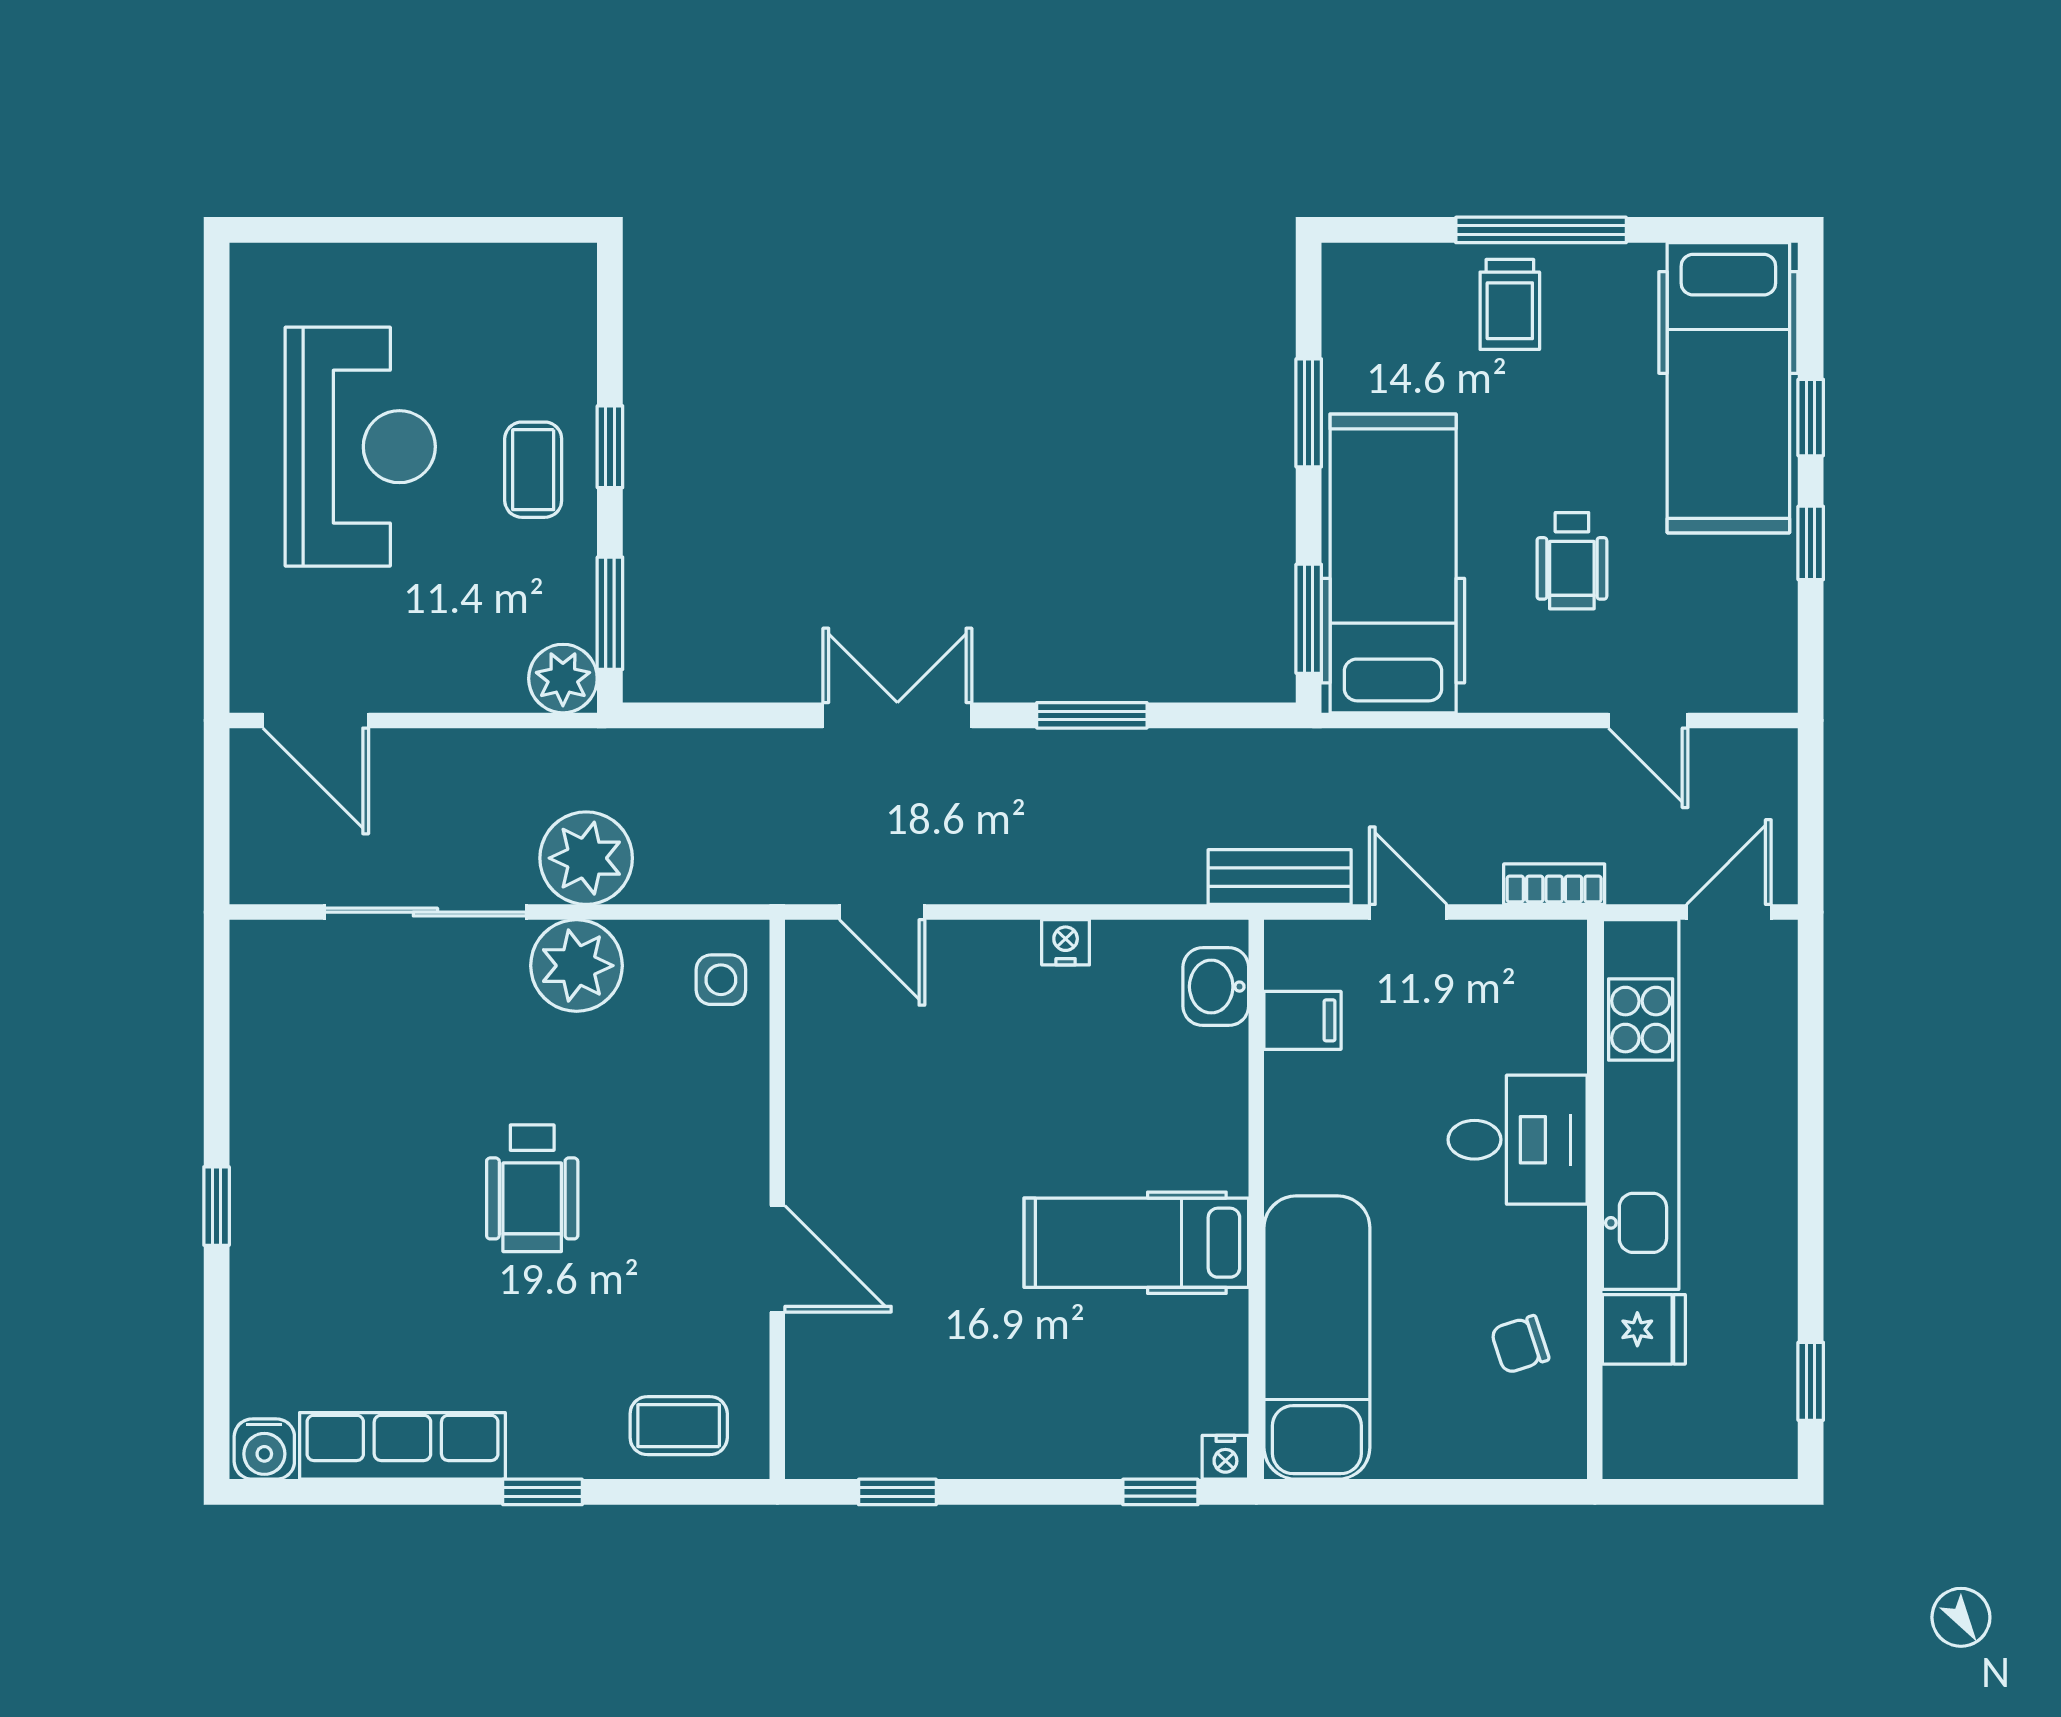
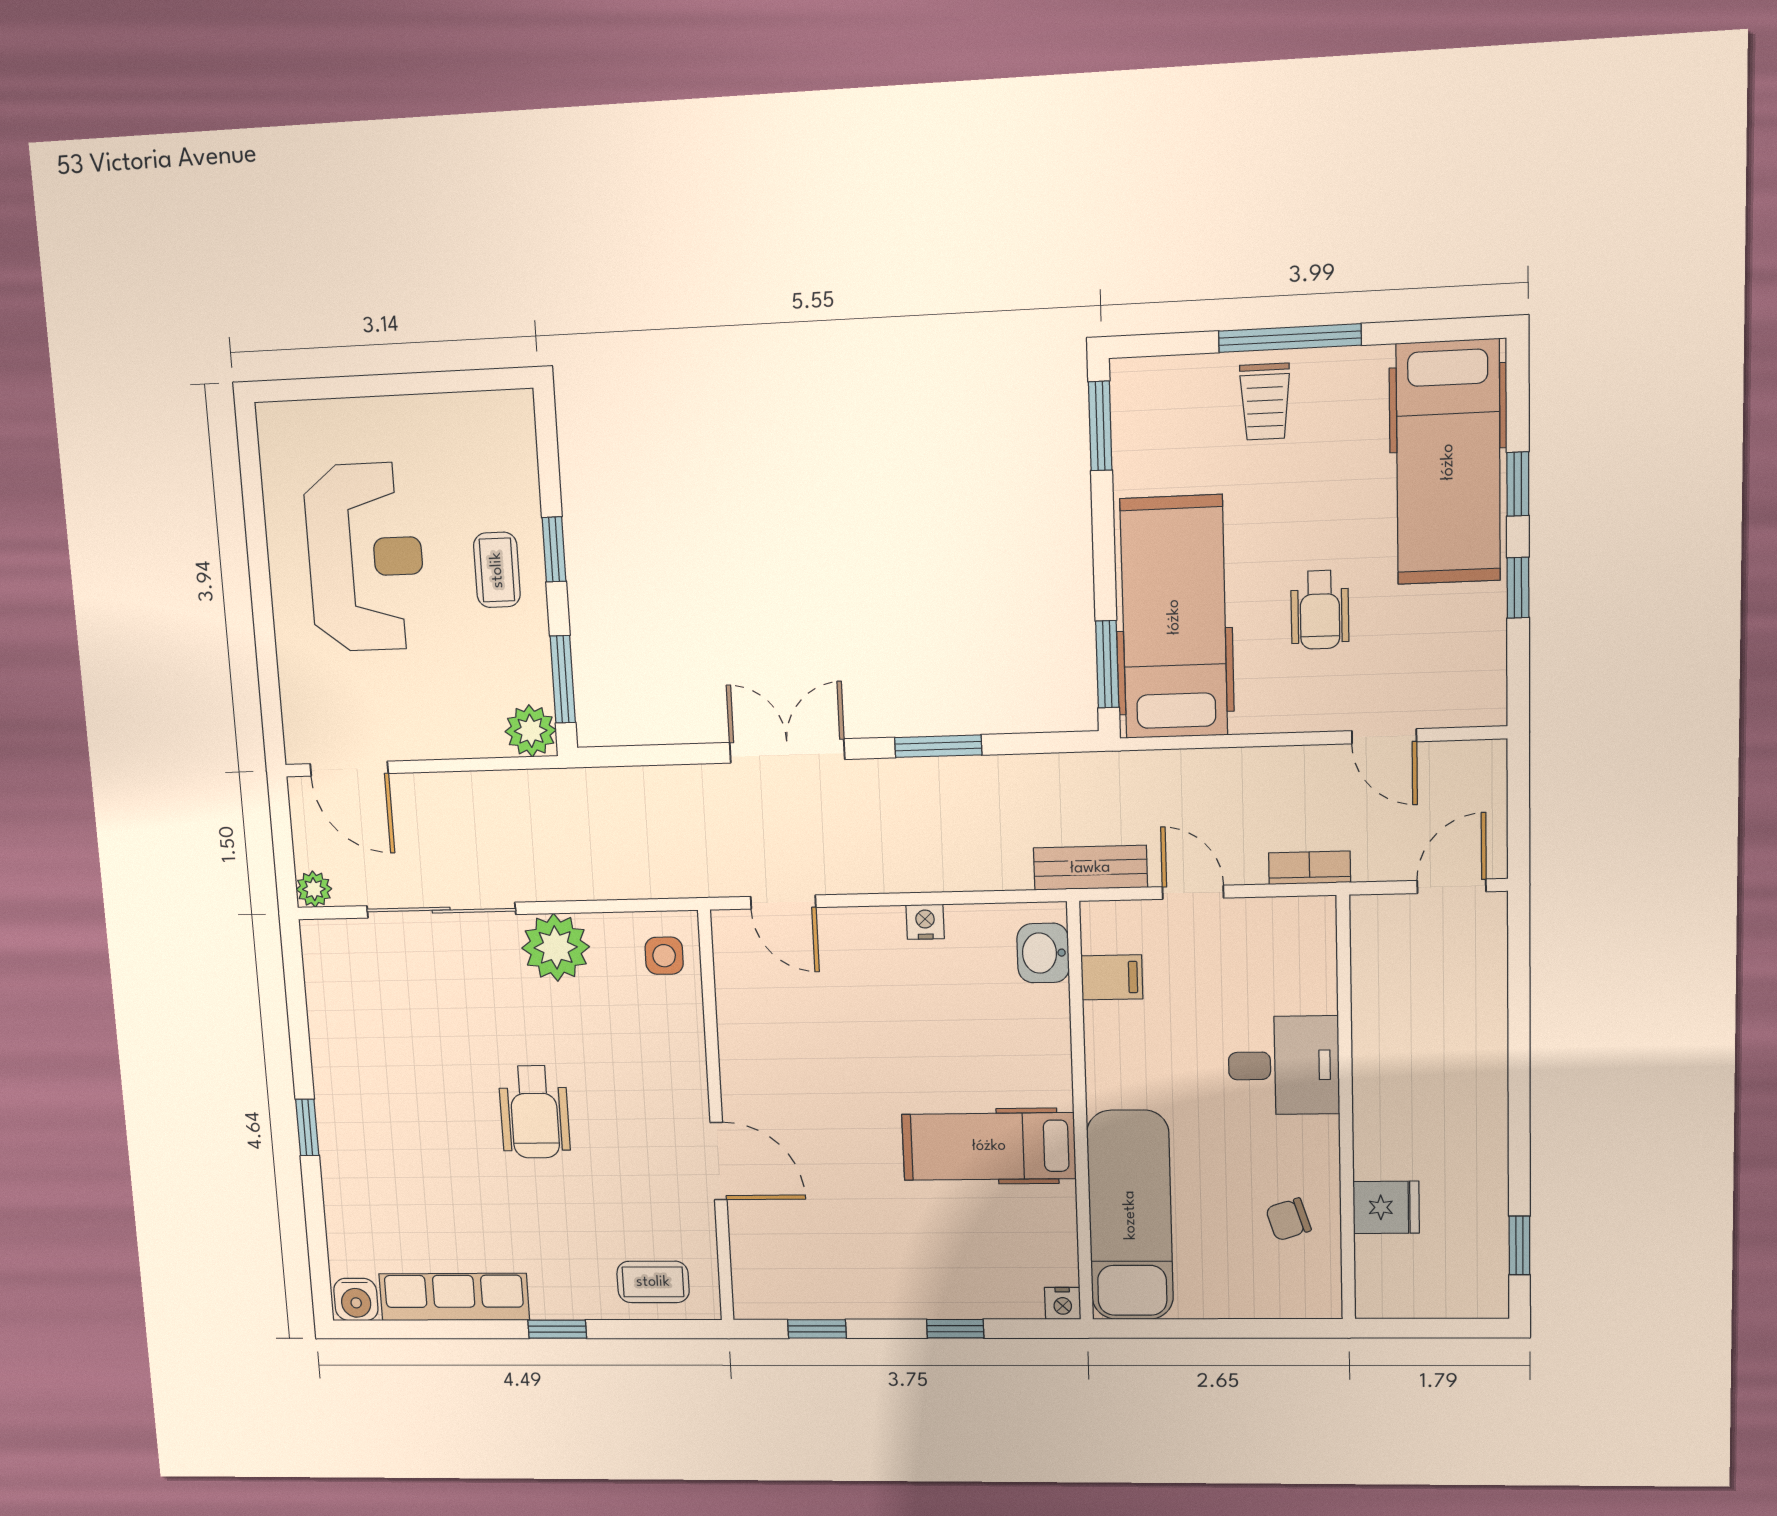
window: (1309, 413) -> (1100, 426), moved
plant: (586, 858) -> (314, 889), moved, width x0.53, depth x0.53
kitchen unit: (1641, 1105) -> (1382, 1037), removed
window: (1160, 1492) -> (955, 1329), moved

